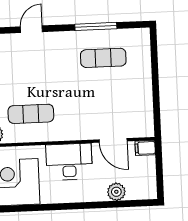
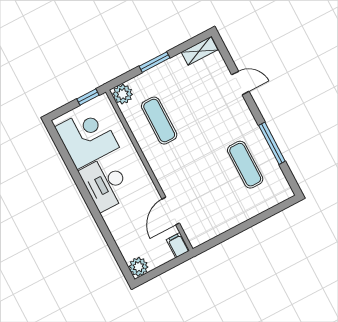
desk: (69, 162) -> (105, 184), moved, turned 180
plant: (116, 192) -> (138, 267), moved

